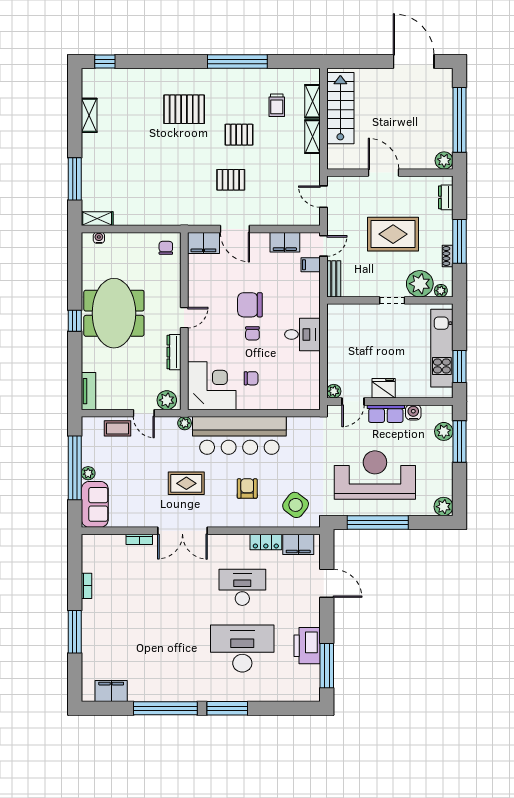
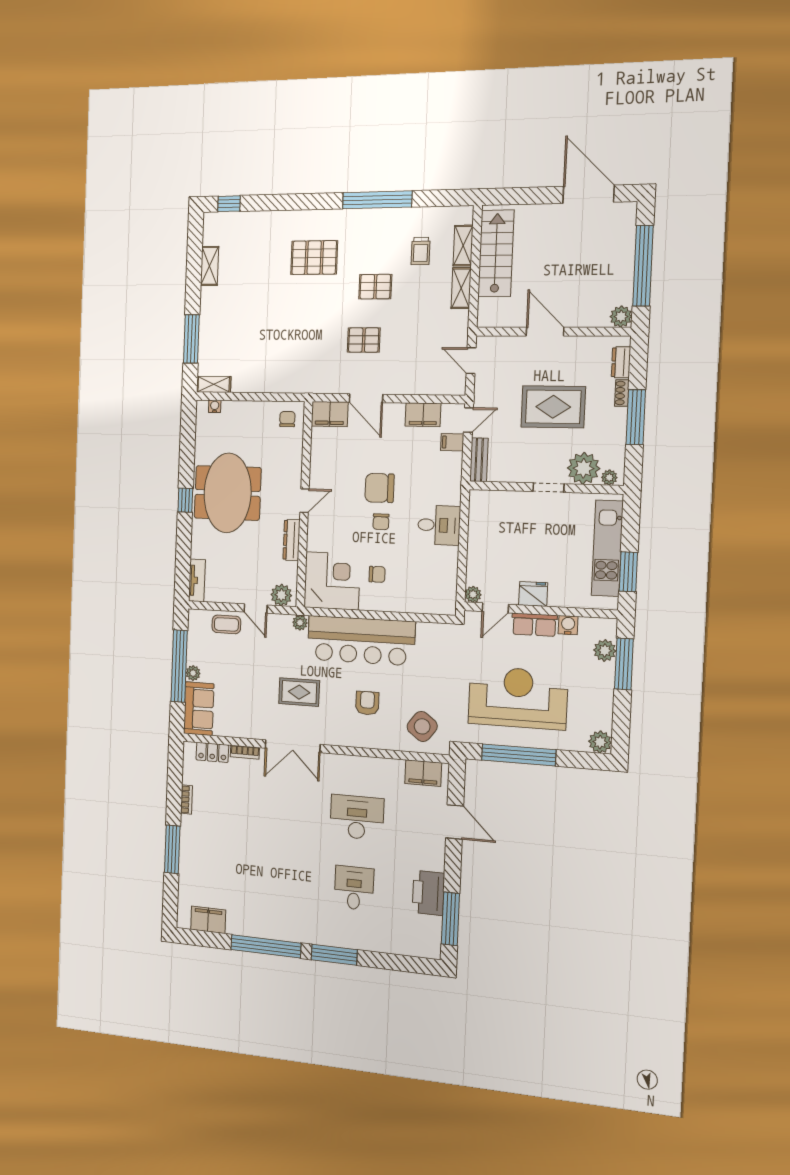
shoe rack: (448, 256) -> (622, 393), moved
locker: (266, 542) -> (212, 752), moved
desk: (242, 648) -> (354, 888), width x0.53, depth x0.77

